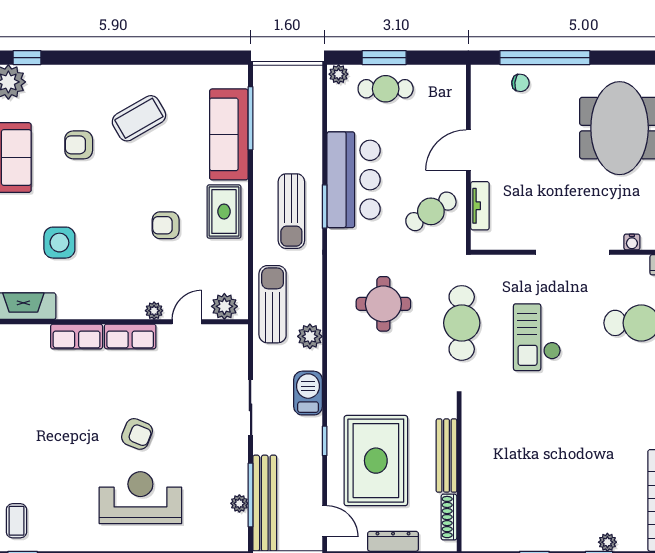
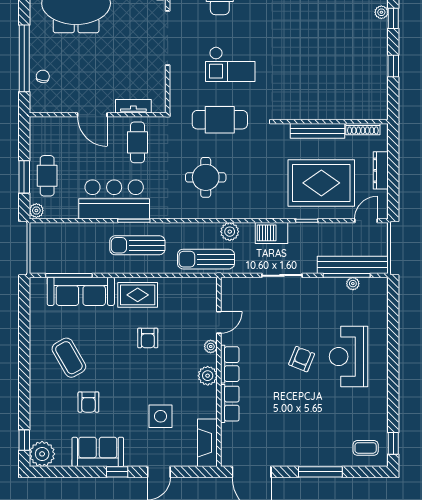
sun lounger: (291, 211) -> (137, 245), turned 180
cafe table: (431, 211) -> (138, 142), turned 32
plant: (224, 306) -> (208, 376), moved
door: (187, 322) -> (219, 322), swing flipped

